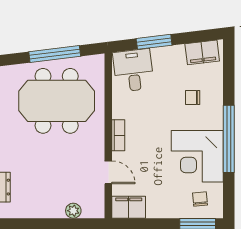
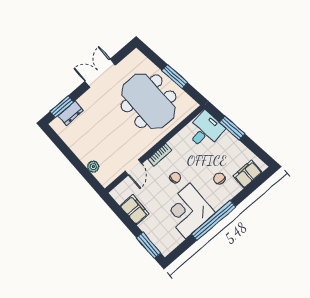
filing cabinet: (202, 52) -> (248, 174), moved, turned 97
window: (55, 54) -> (175, 76), width x0.69
chair: (200, 199) -> (175, 178), moved
filing cabinet: (129, 207) -> (135, 210), moved

